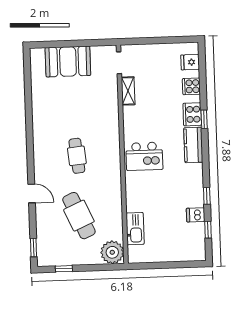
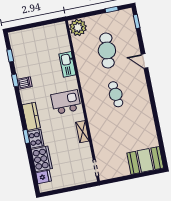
booth: (68, 61) -> (145, 160), moved
cooker: (191, 86) -> (42, 159), width x1.87, depth x1.31
shelving: (128, 91) -> (82, 132), moved
dishwasher: (196, 215) -> (25, 83), moved
cafe table: (79, 216) -> (107, 50), turned 30
kitchen sink: (135, 229) -> (67, 64), moved

